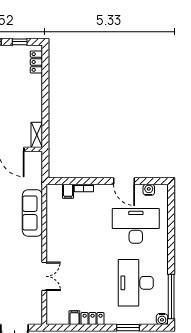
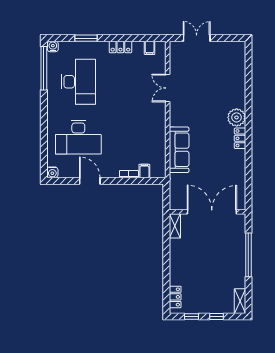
water cooler: (149, 190) -> (52, 172), moved
filing cabinet: (74, 318) -> (150, 48), moved

